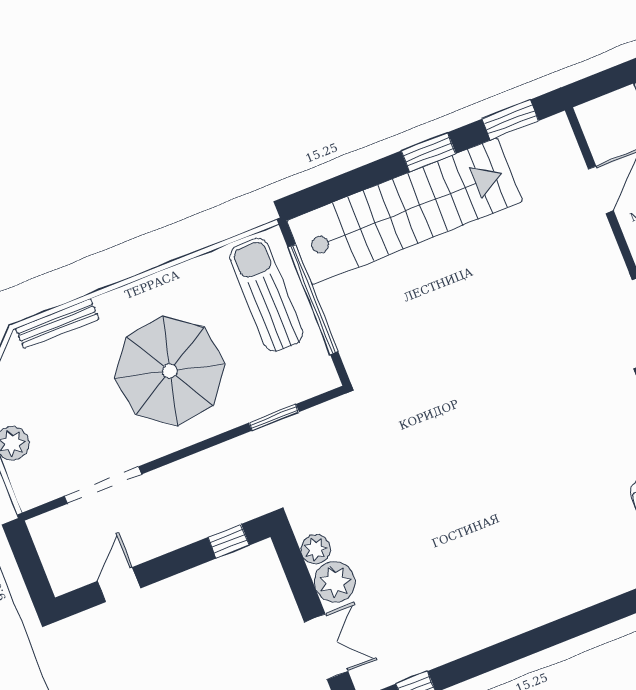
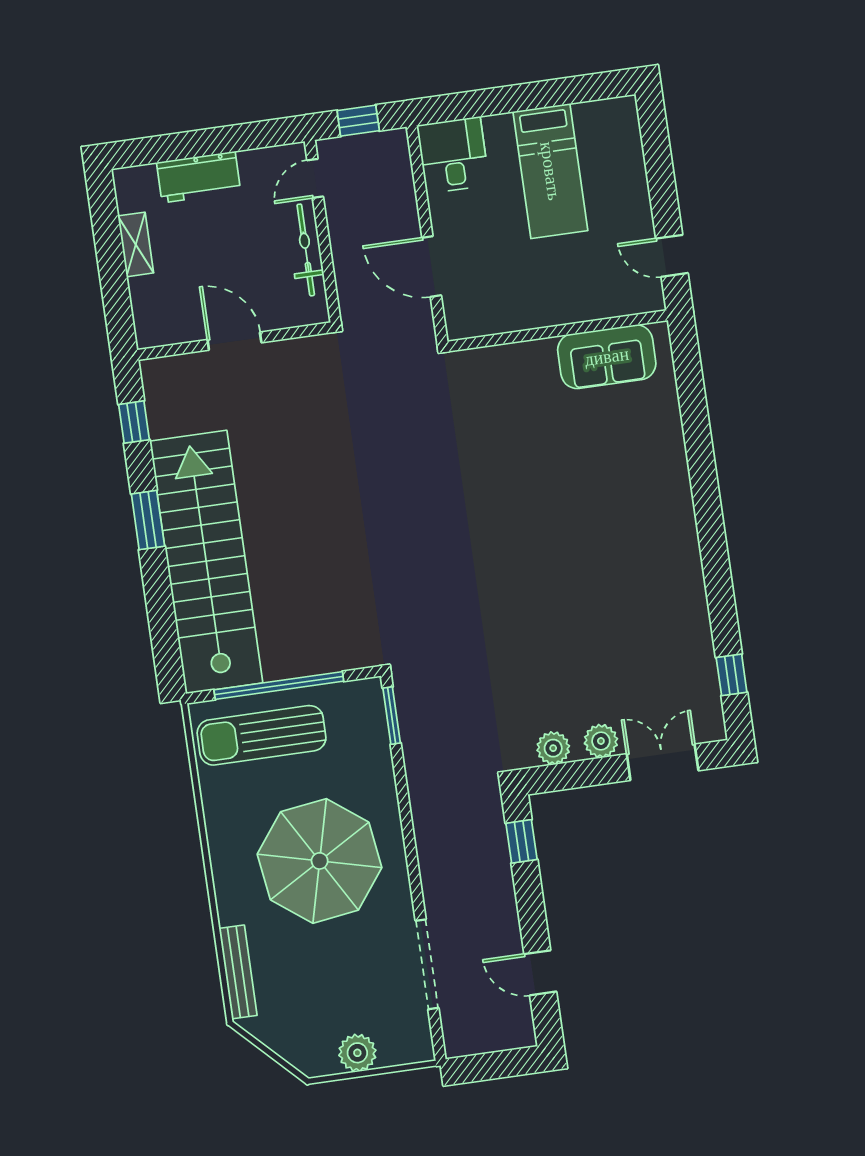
window: (510, 120) -> (134, 422), width x0.67
window: (274, 417) -> (392, 716), moved
plant: (335, 582) -> (601, 741), width x0.73, depth x0.73

